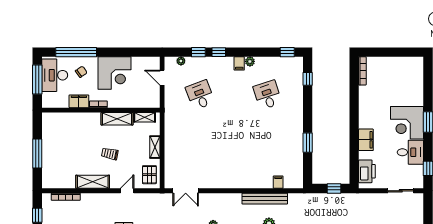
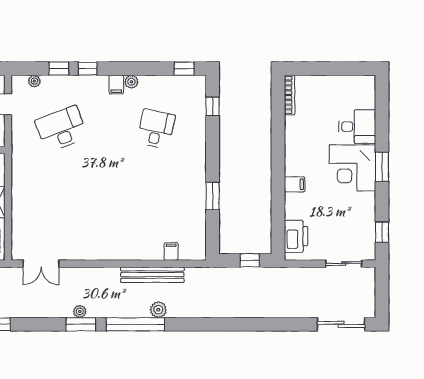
desk: (200, 95) -> (61, 129), width x1.37
desk: (267, 95) -> (156, 129), turned 30
filing cabinet: (366, 140) -> (295, 184), width x0.50
desk: (410, 152) -> (357, 127), moved

